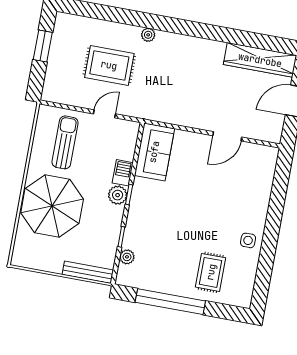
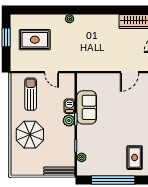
rug: (109, 65) -> (35, 40), moved
door: (104, 114) -> (52, 72), swing flipped
sofa: (154, 152) -> (87, 107), moved
parasol: (52, 206) -> (30, 135), width x0.73, depth x0.73

